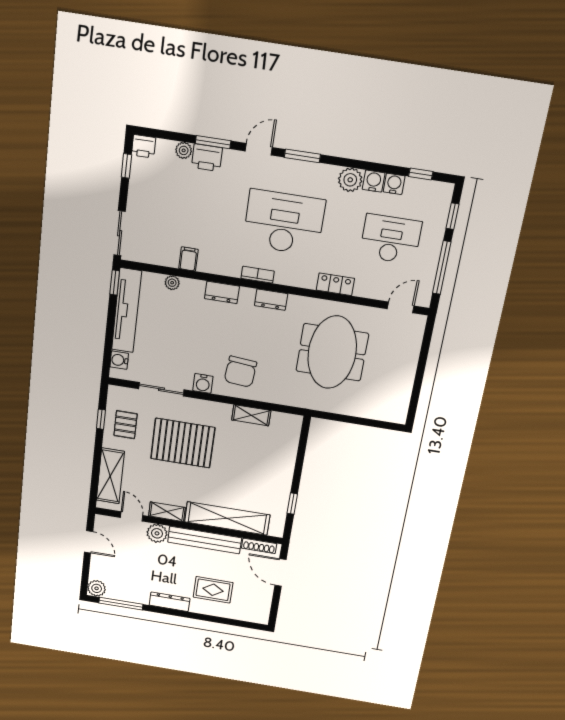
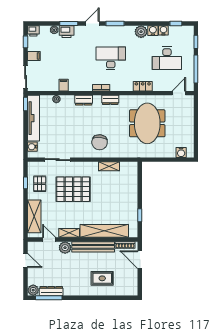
filing cabinet: (139, 196) -> (34, 56), added
desk: (284, 222) -> (111, 58), width x0.73, depth x0.77
desk: (391, 239) -> (167, 58), turned 180
water cooler: (203, 383) -> (181, 152), moved
dresser: (170, 602) -> (51, 291), moved

